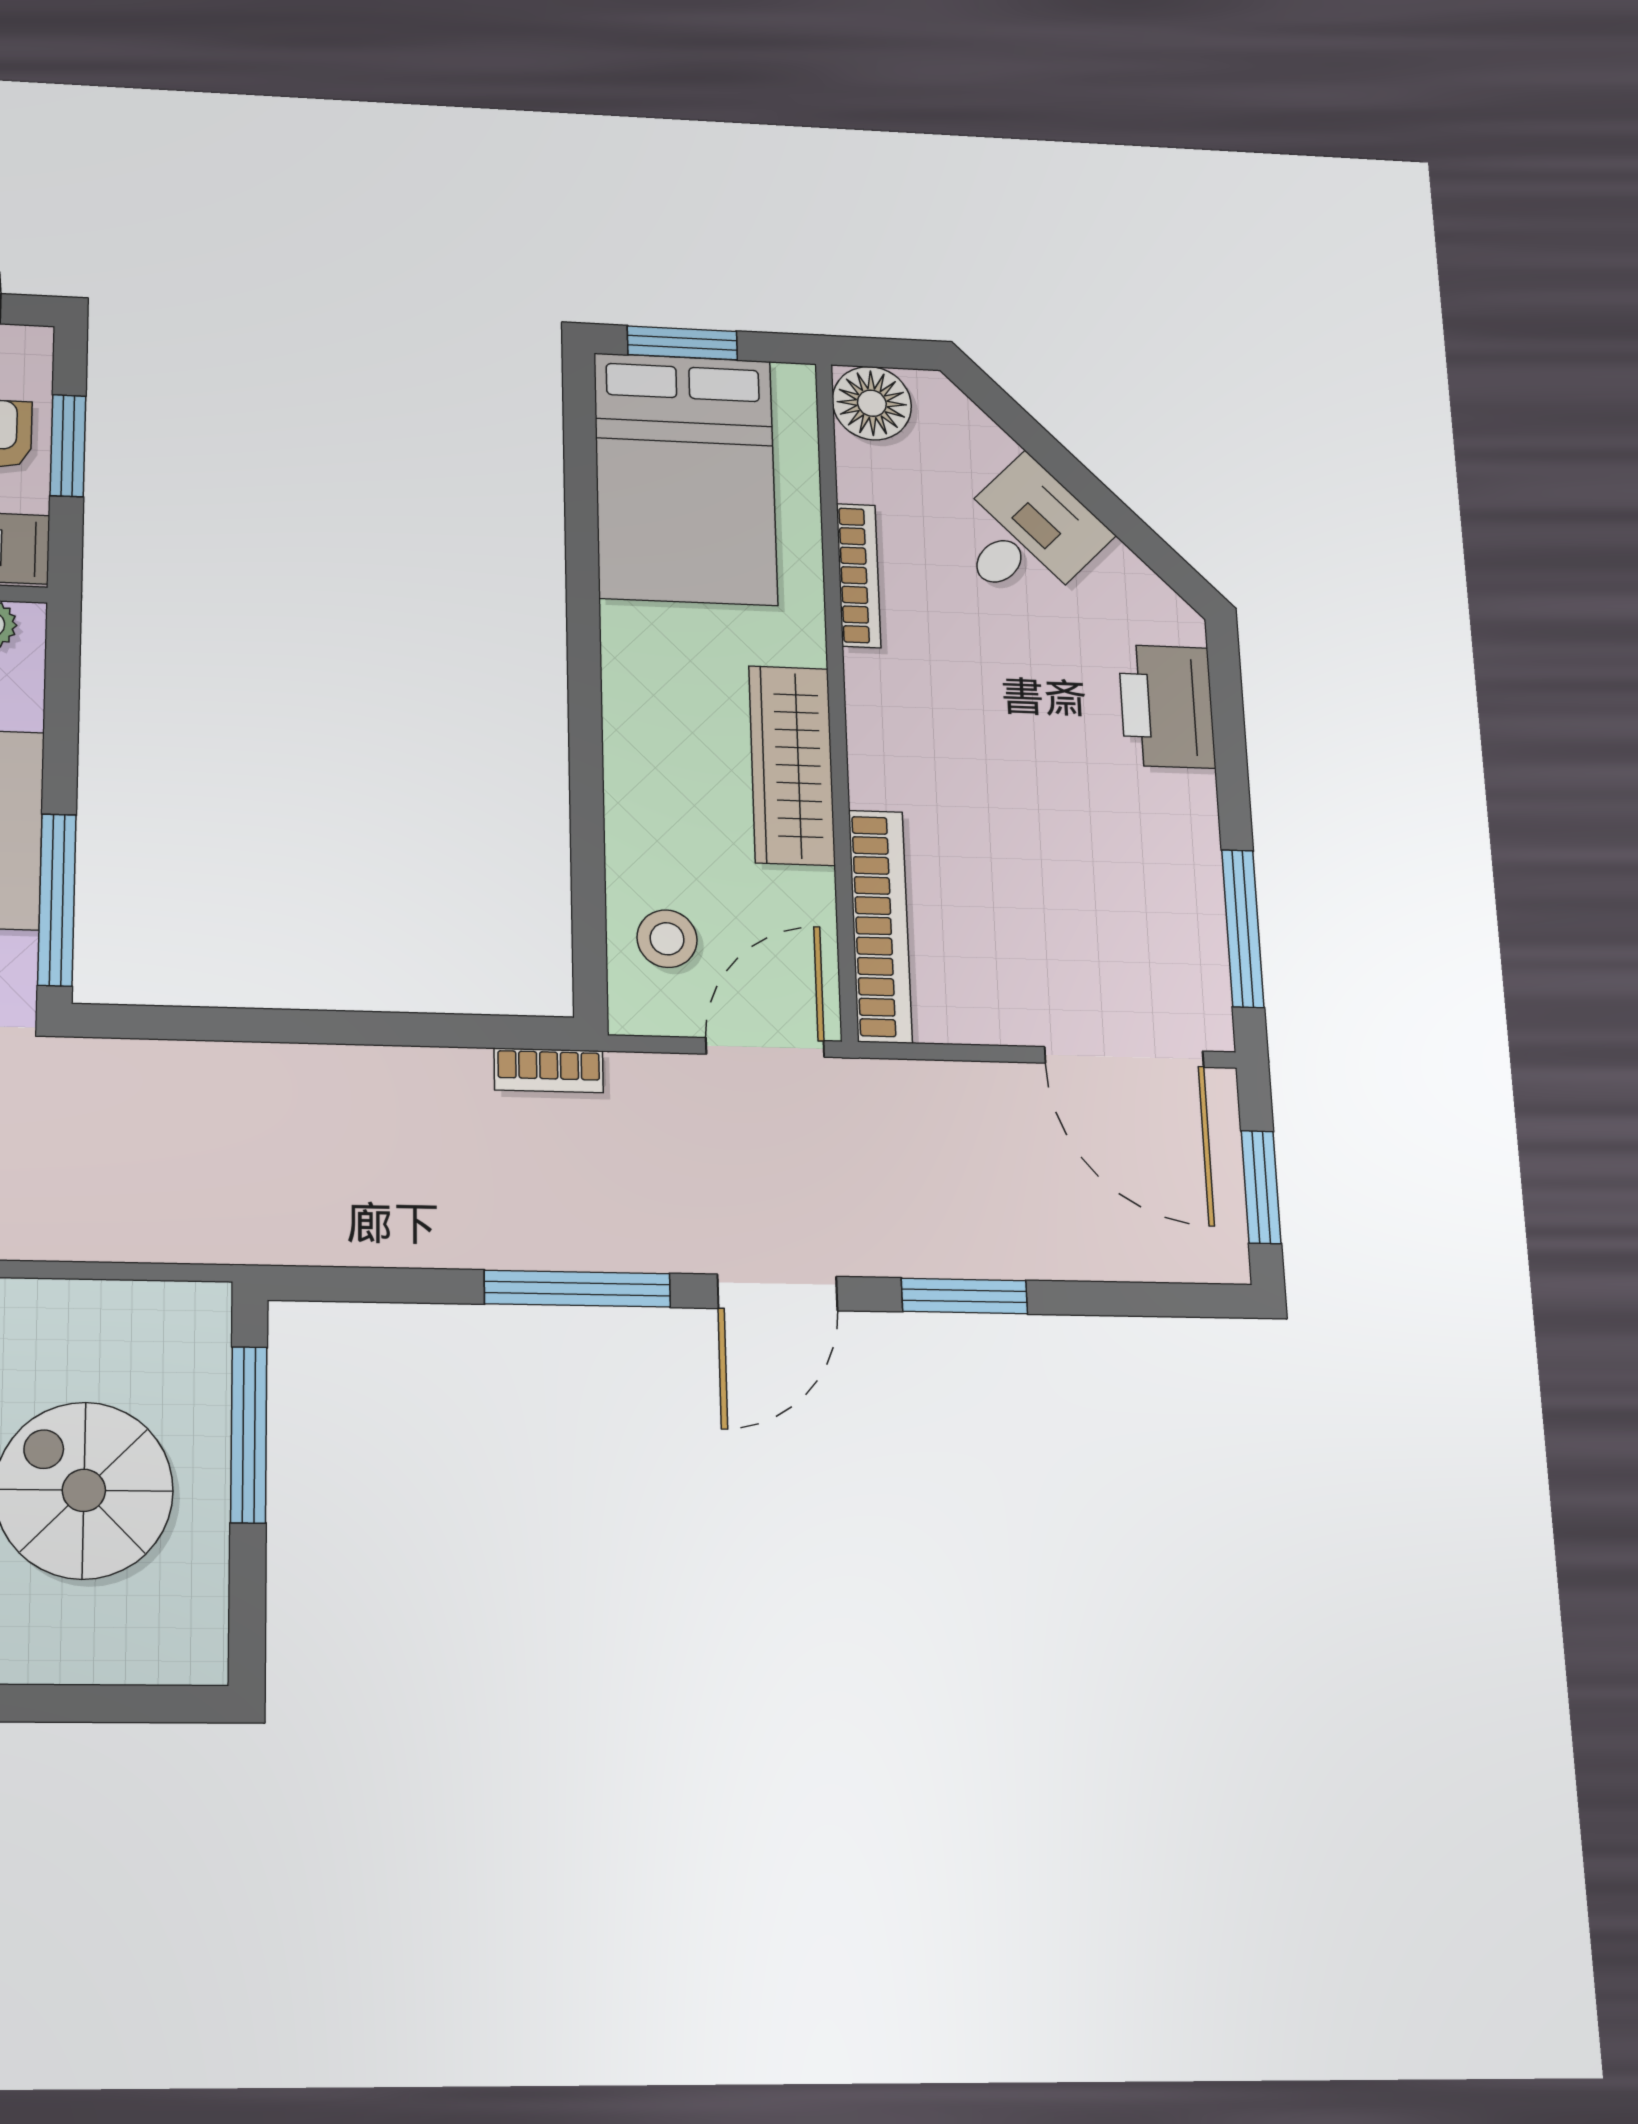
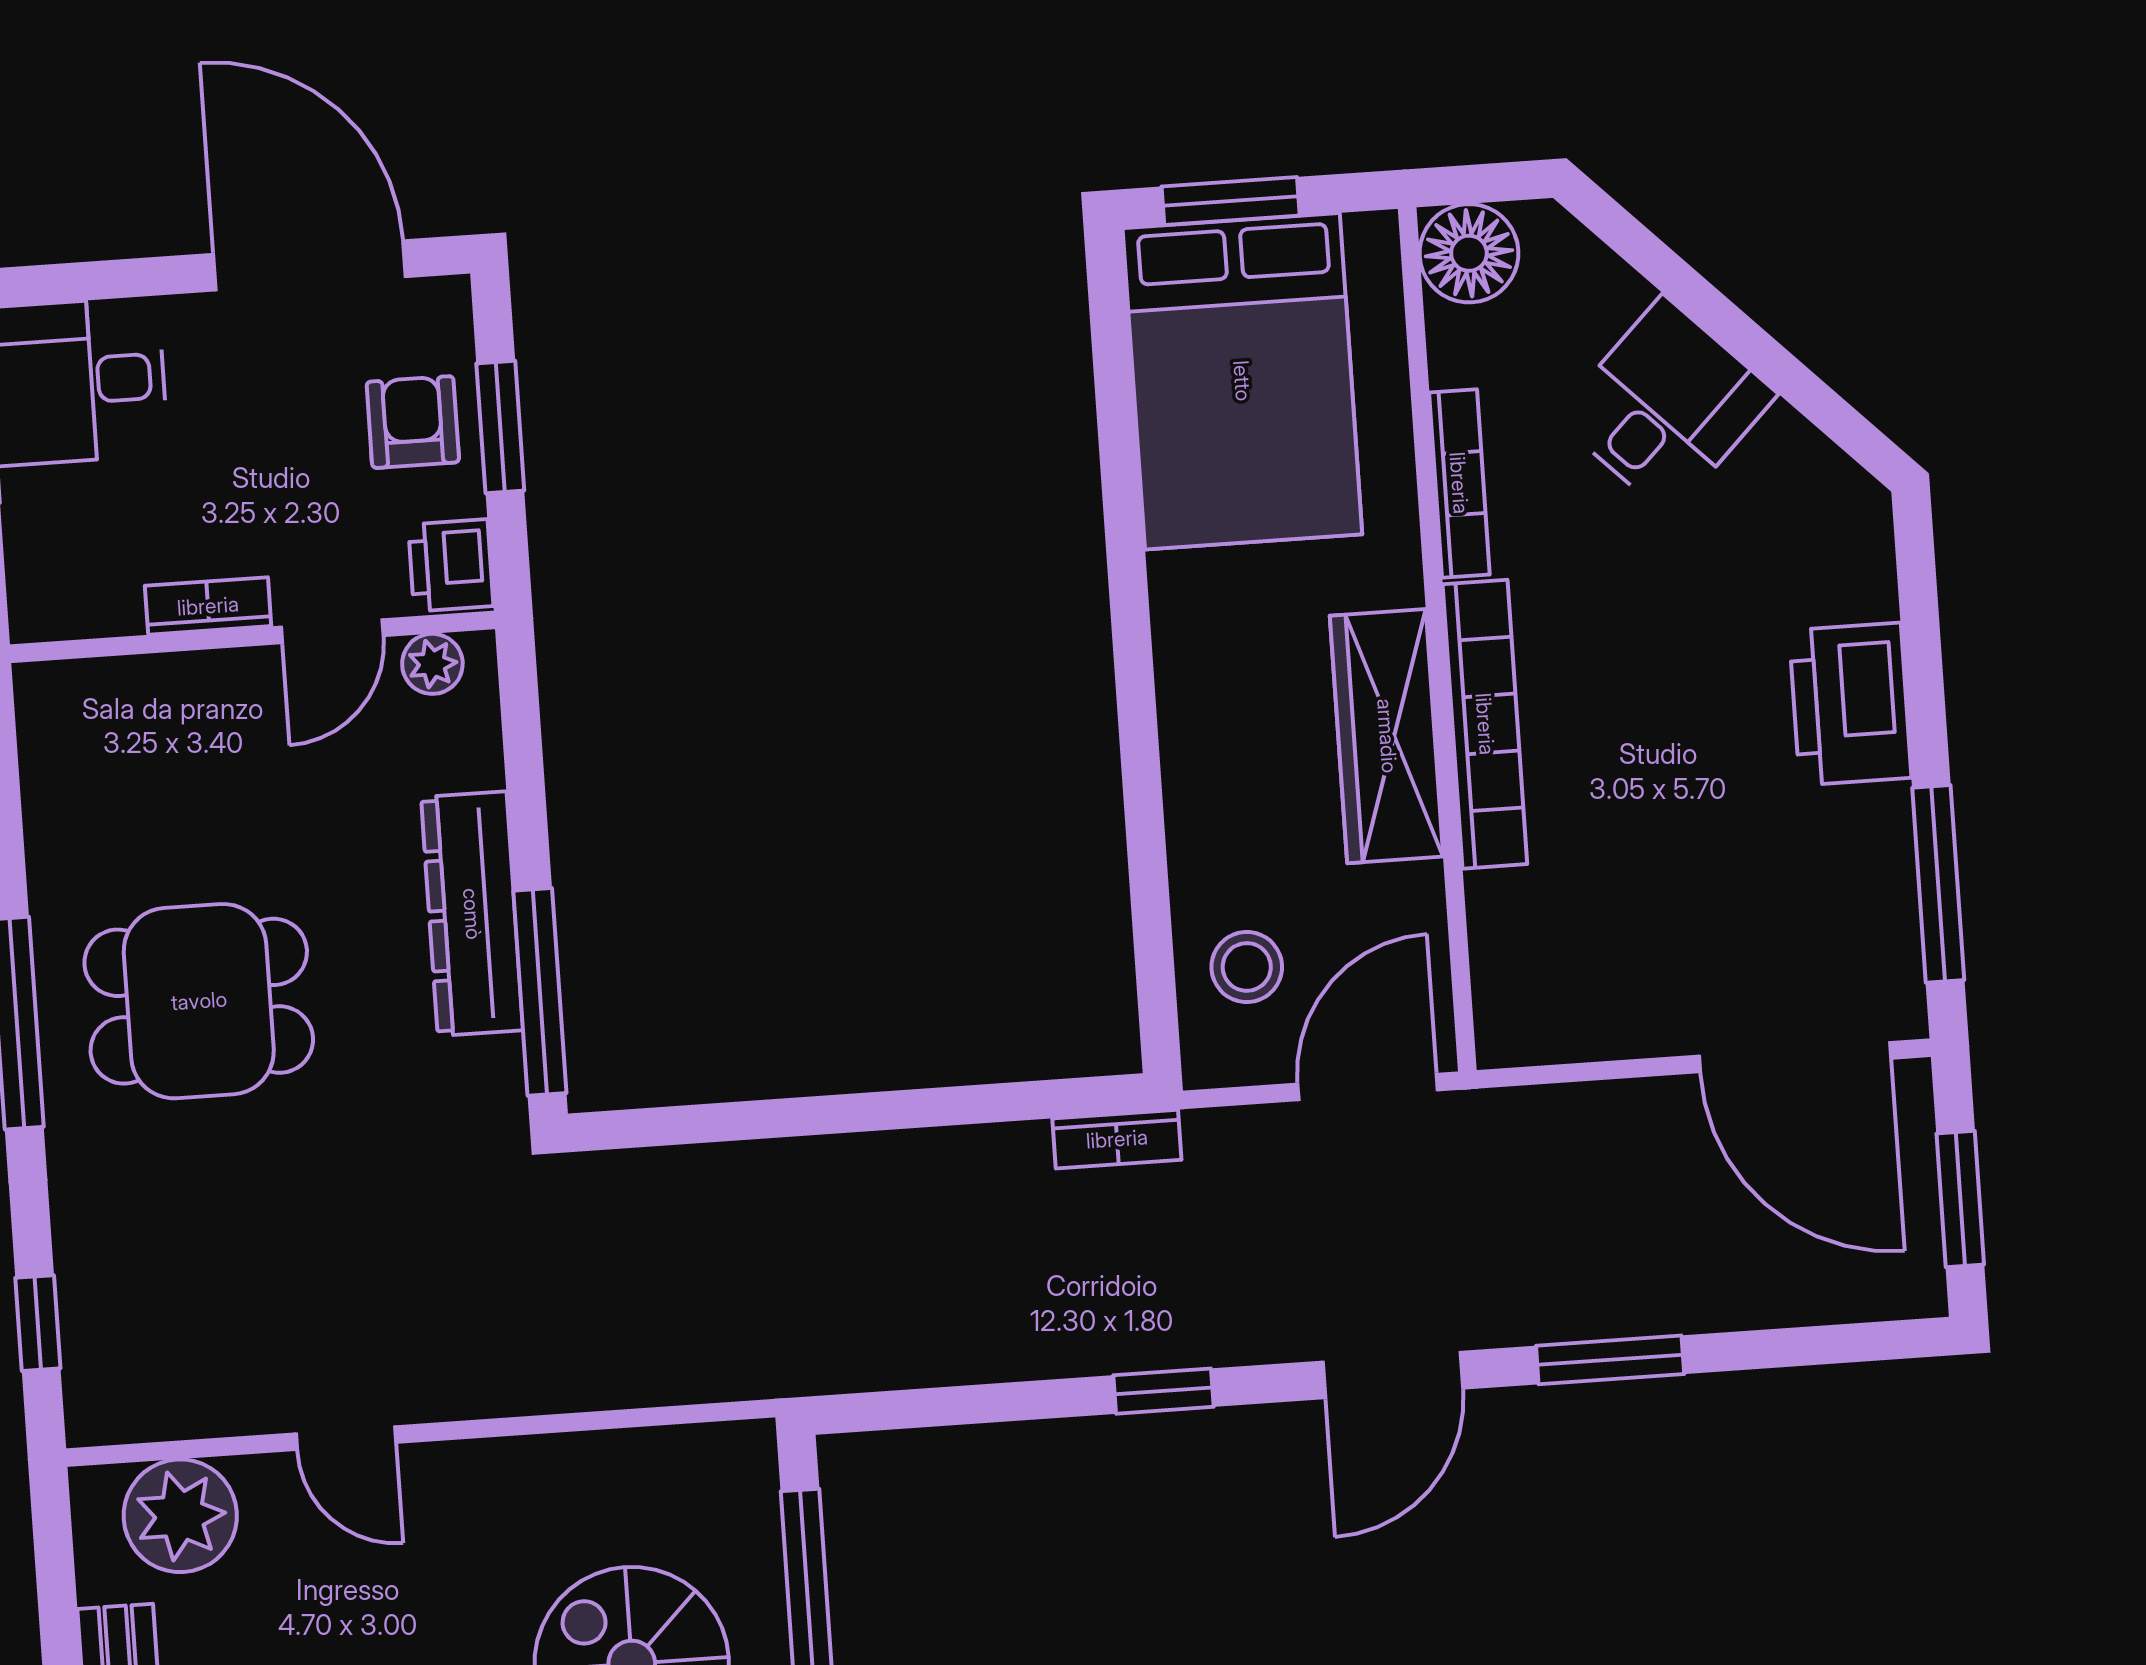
printer: (1167, 706) -> (1850, 704), moved
bookcase: (880, 926) -> (1485, 724), moved
window: (577, 1289) -> (1164, 1391), width x0.46

